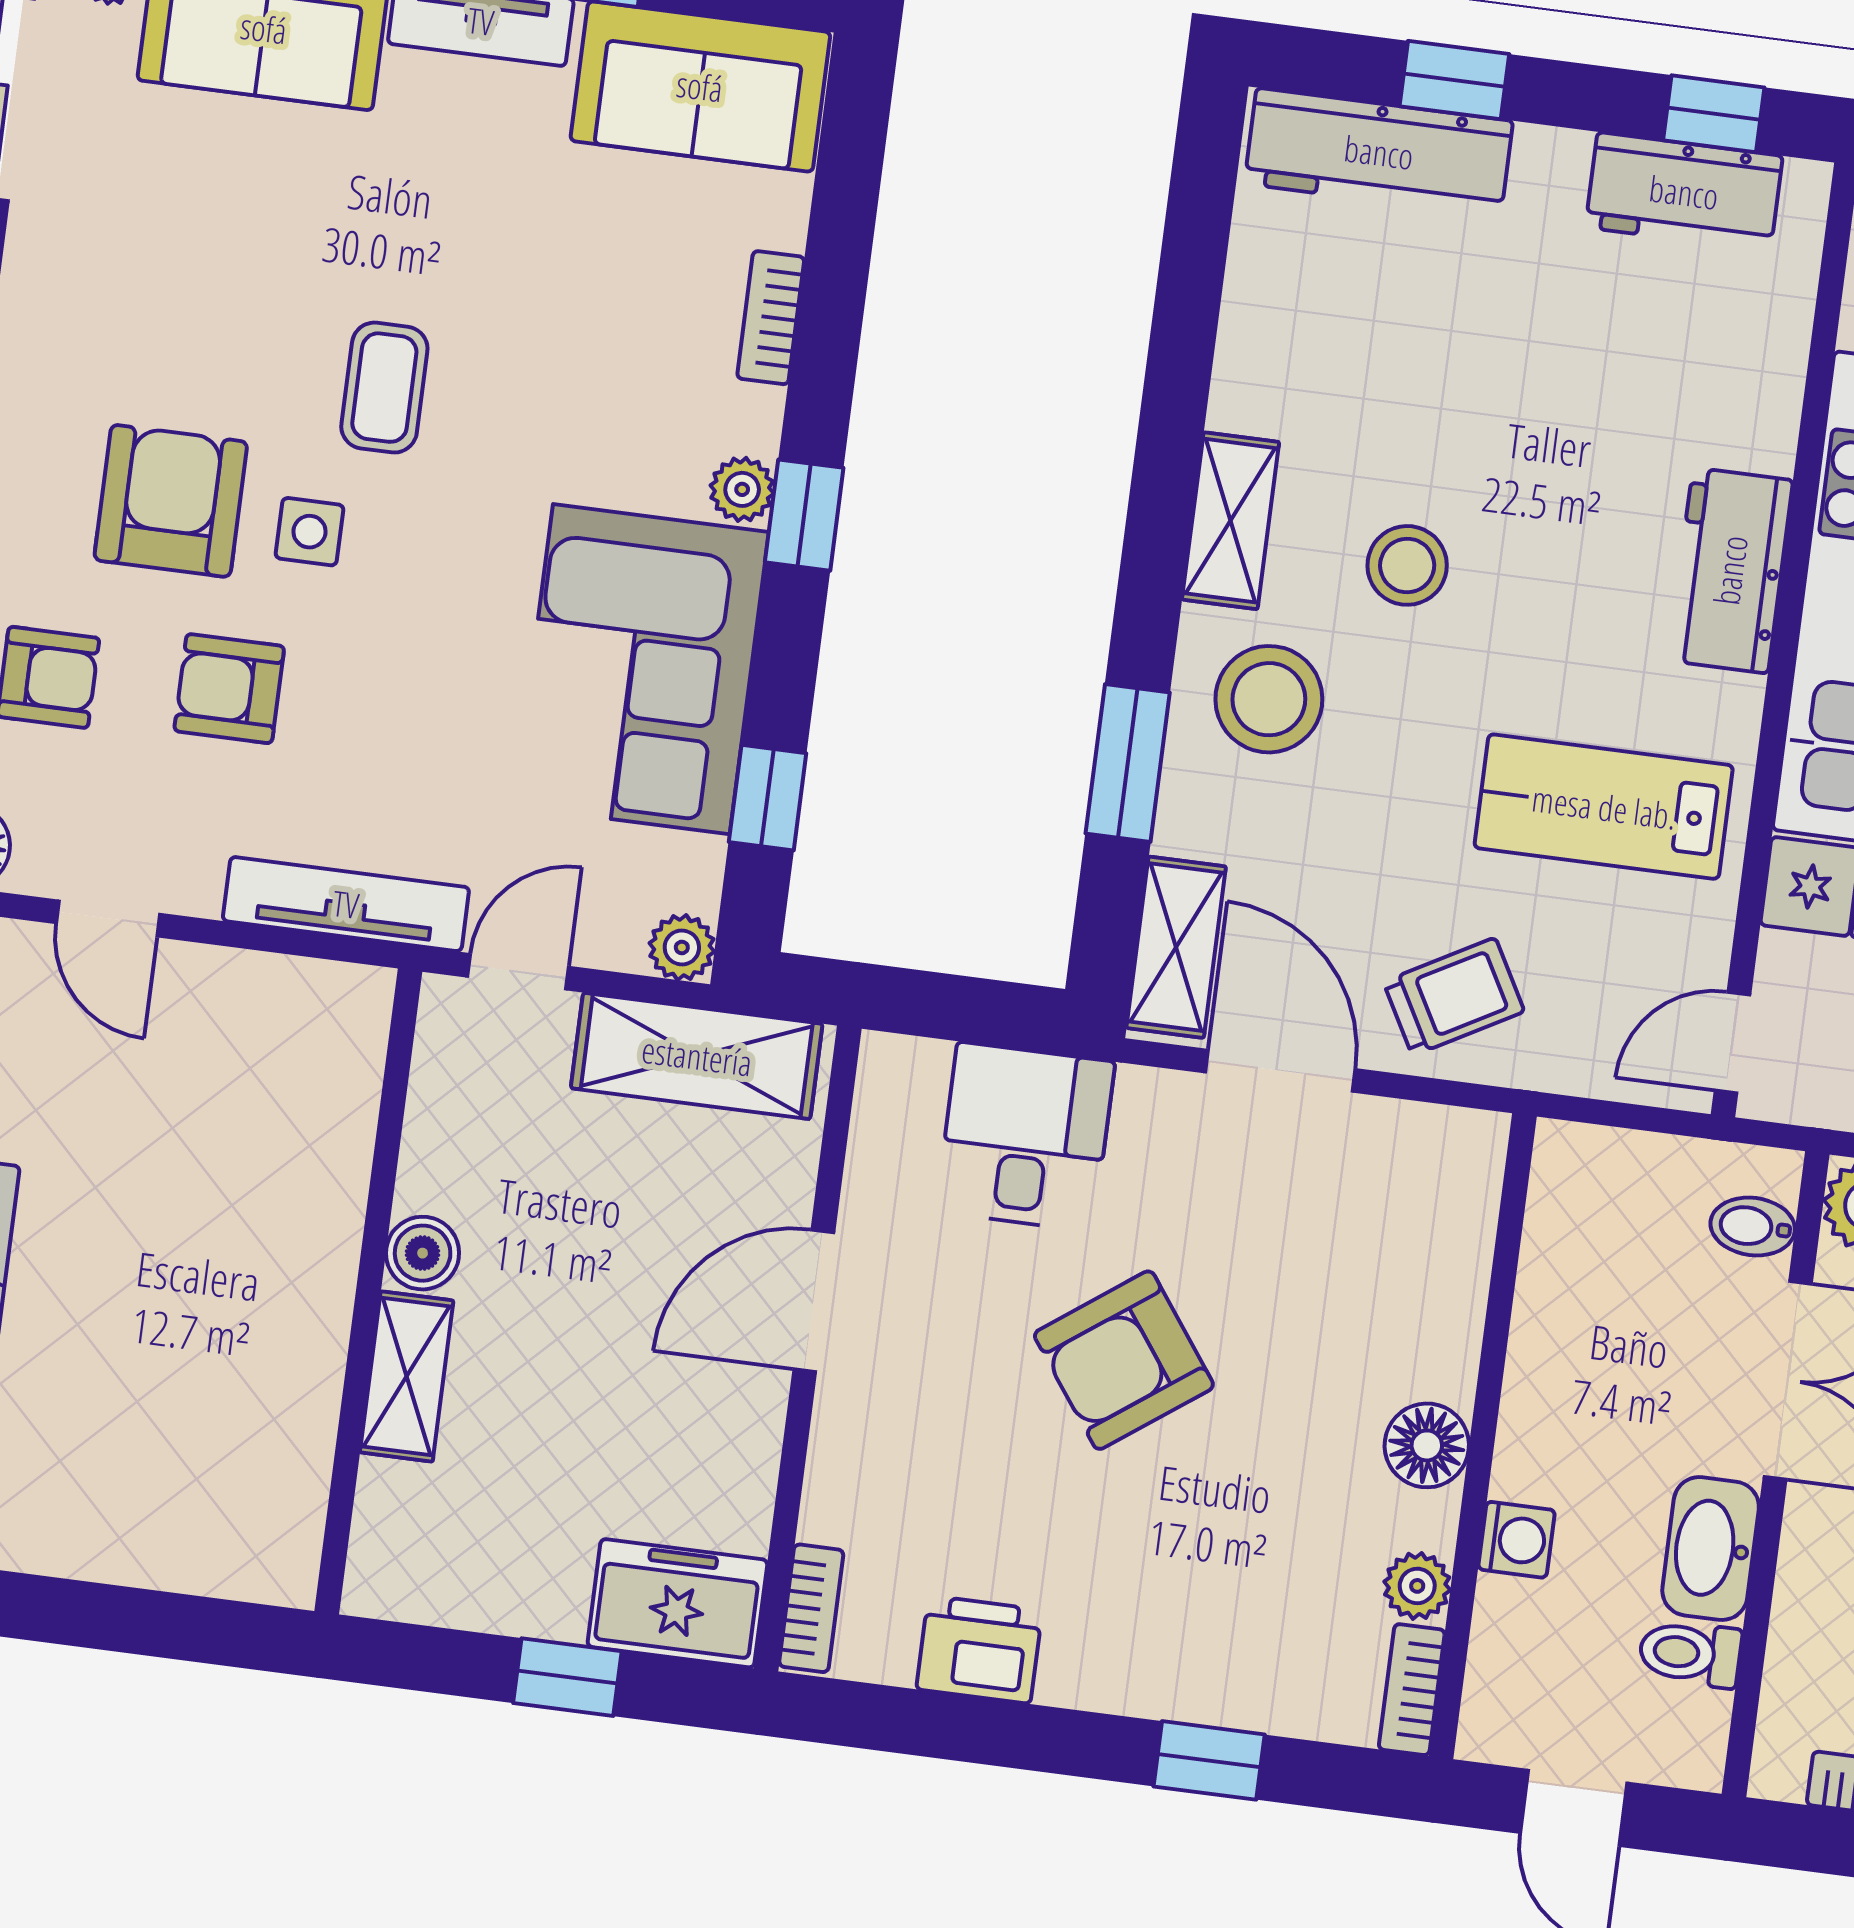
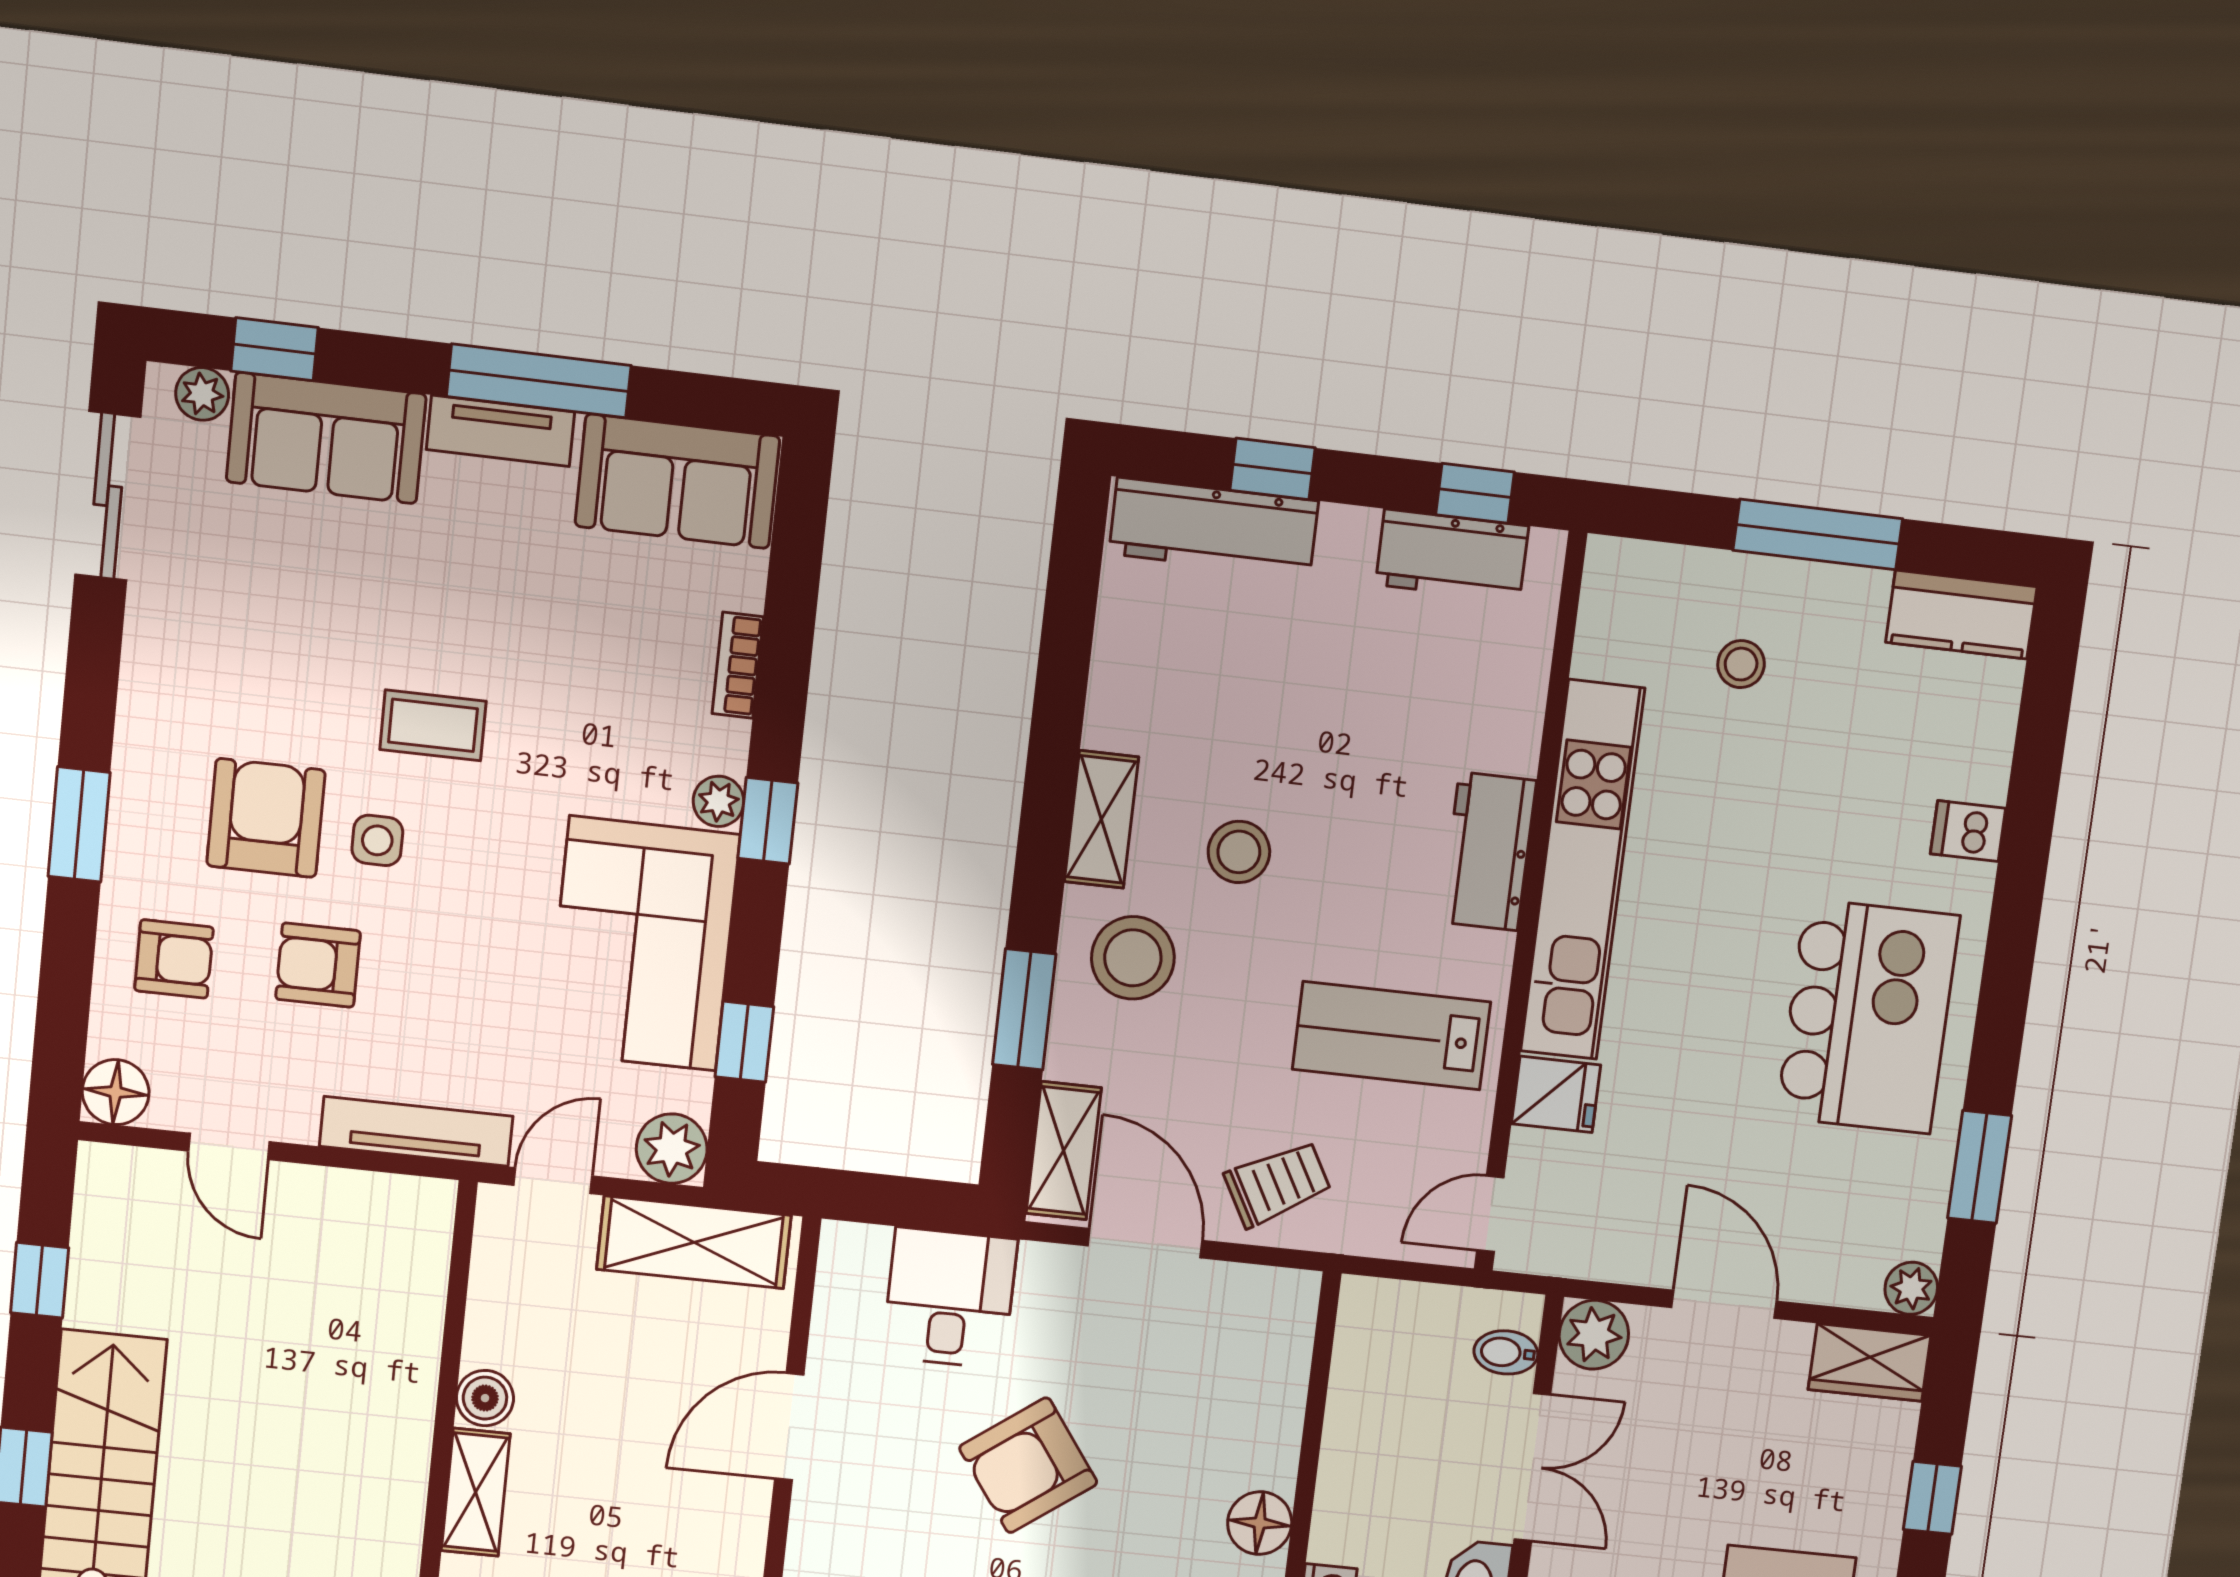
coffee table: (384, 388) -> (433, 725), turned 90
plant: (682, 947) -> (672, 1149), width x1.38, depth x1.38

